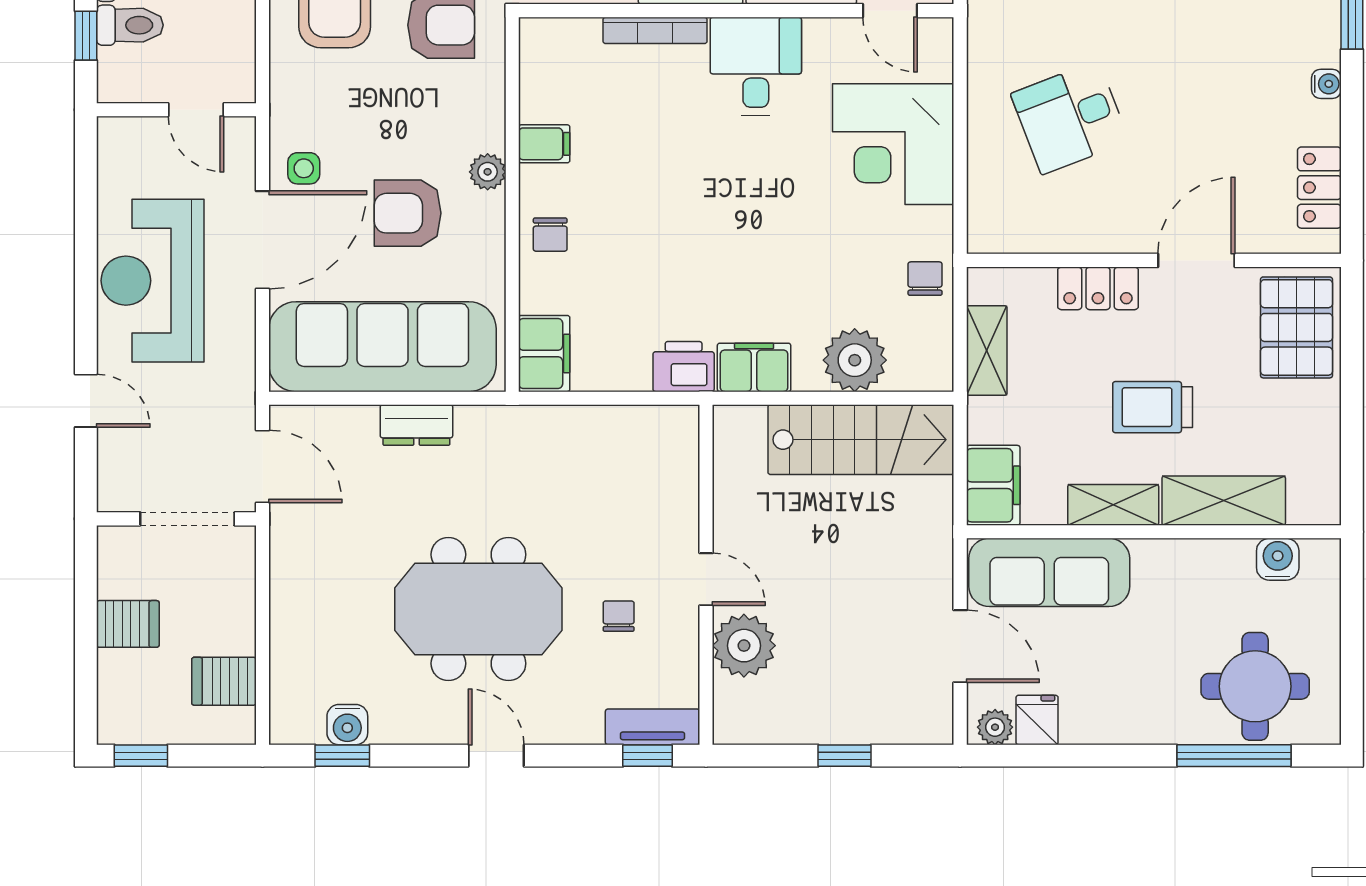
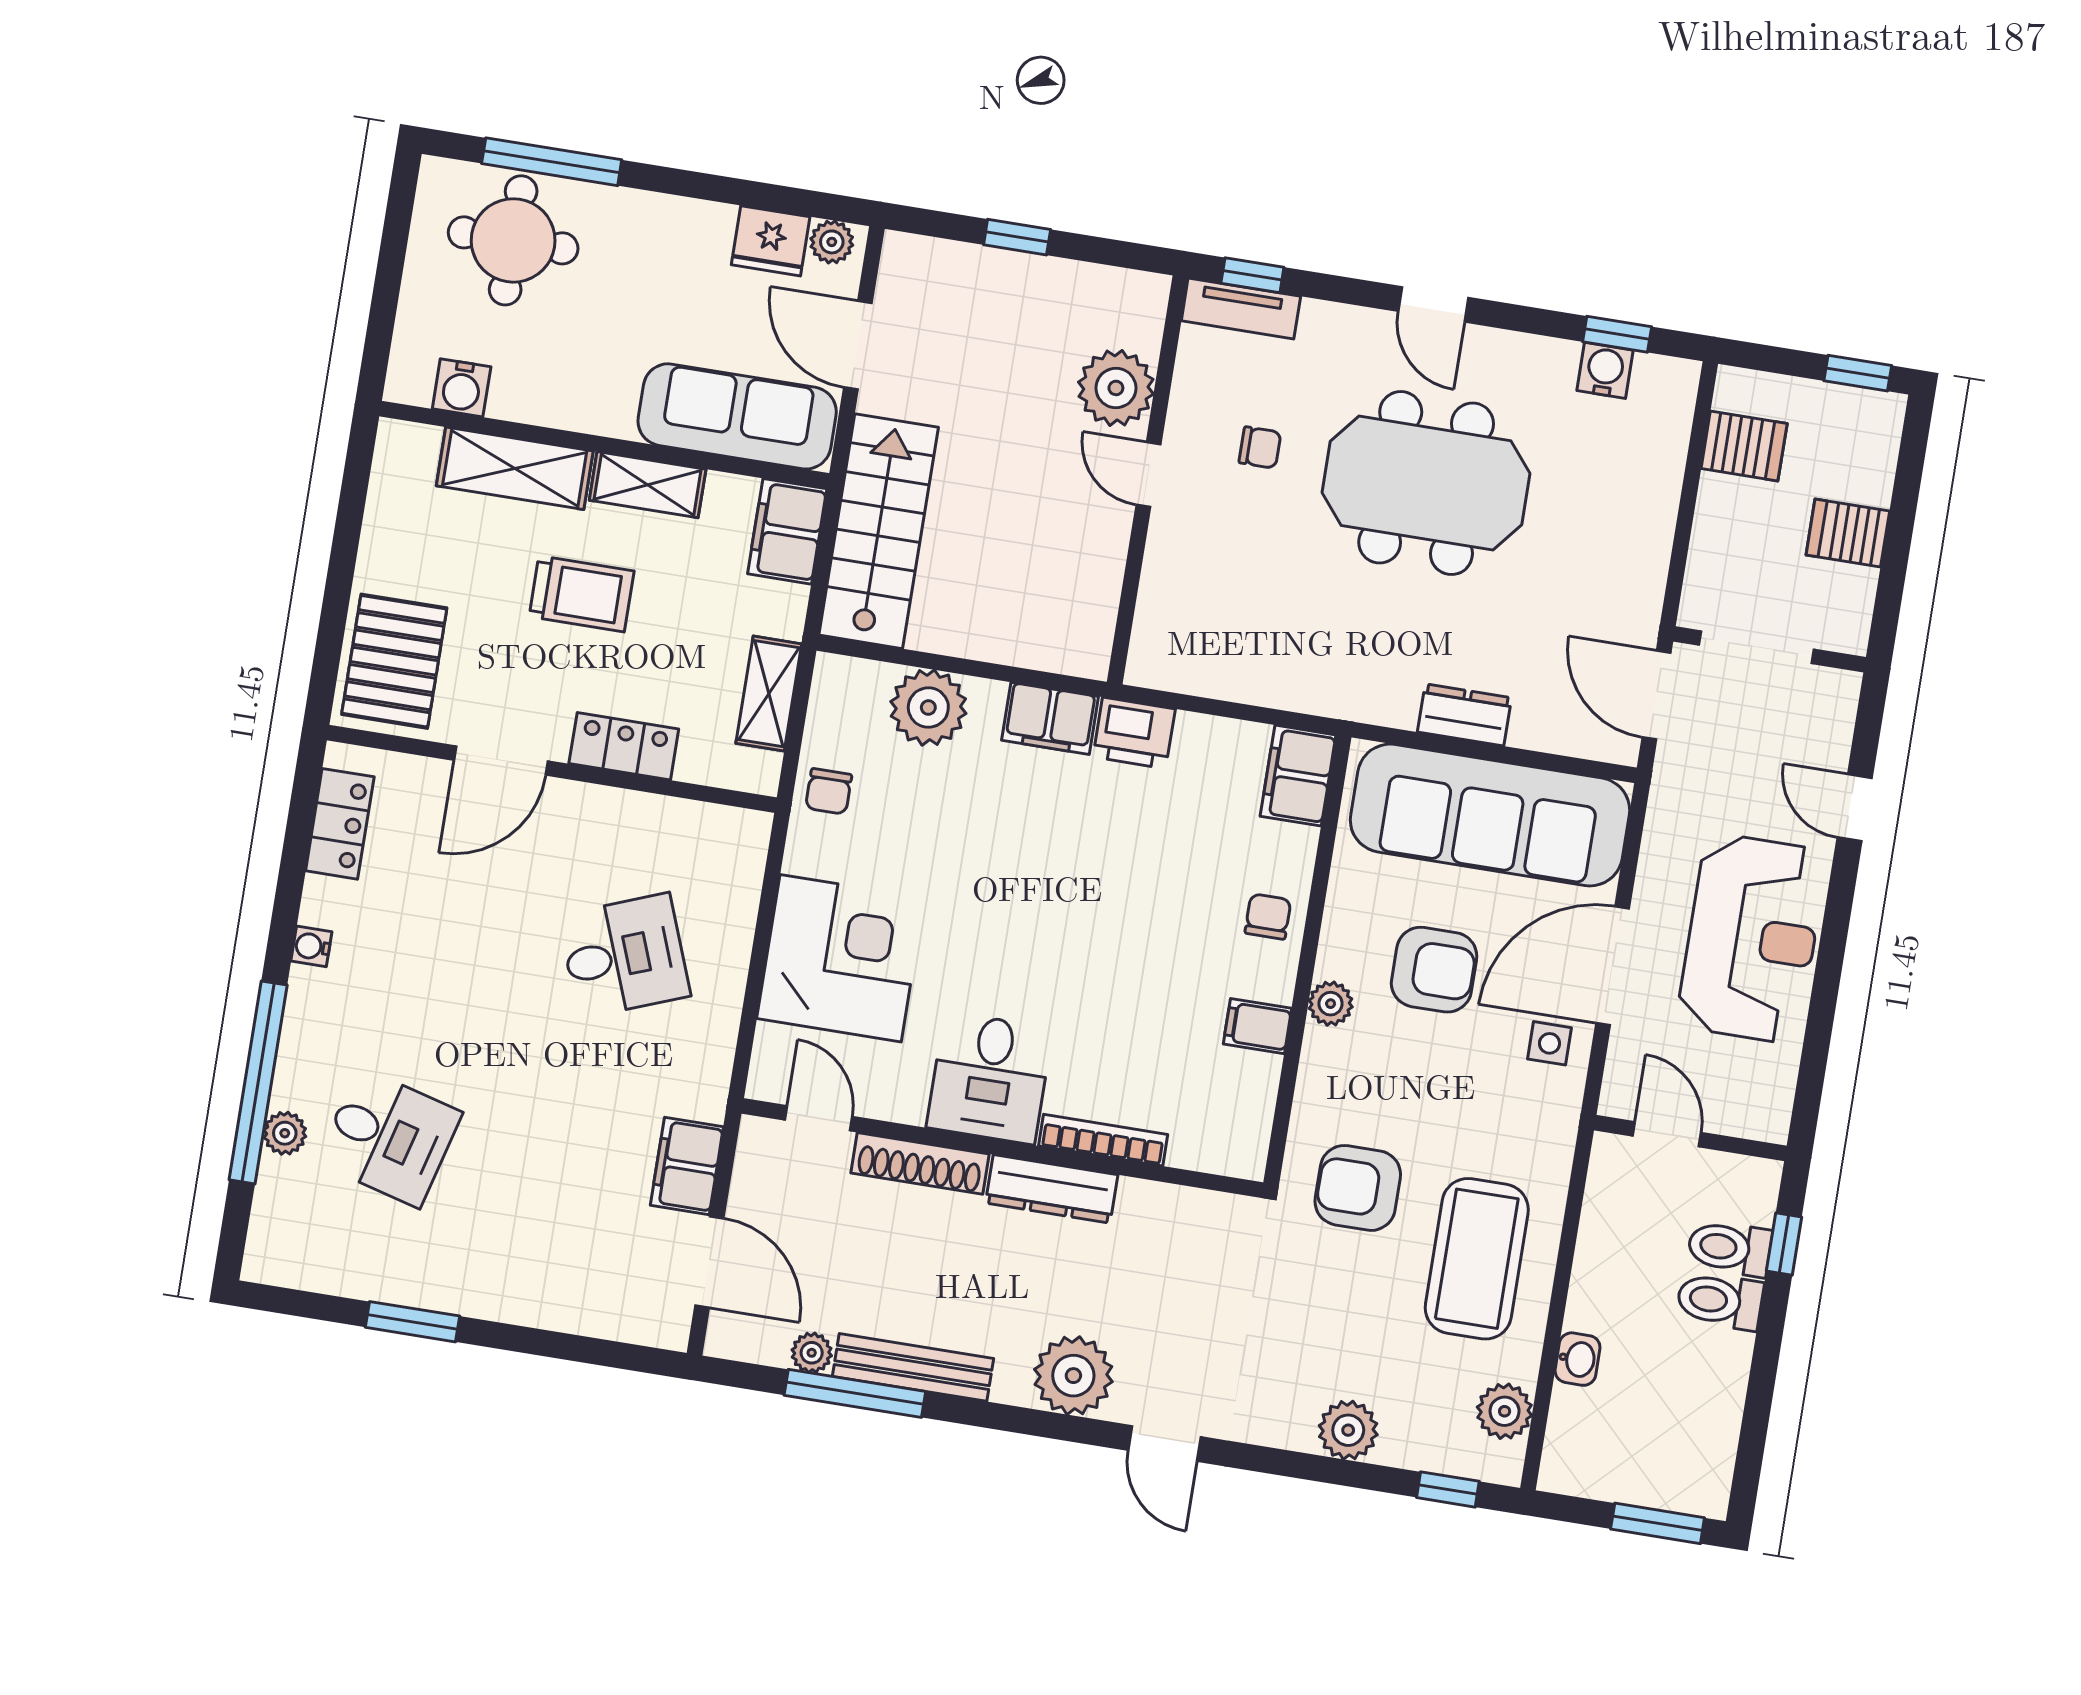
stairs: (861, 440) -> (879, 531), moved, turned 90
chair: (619, 616) -> (1260, 448), turned -90
fridge: (1037, 720) -> (771, 241), width x1.38

